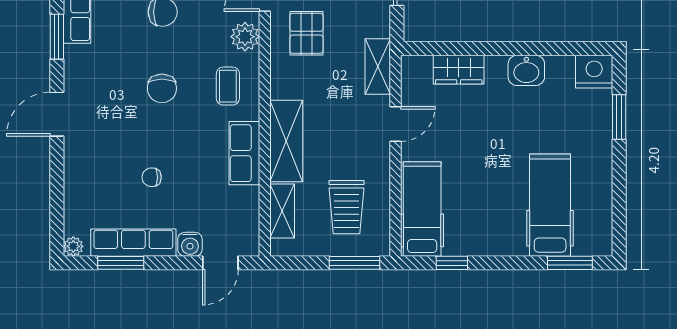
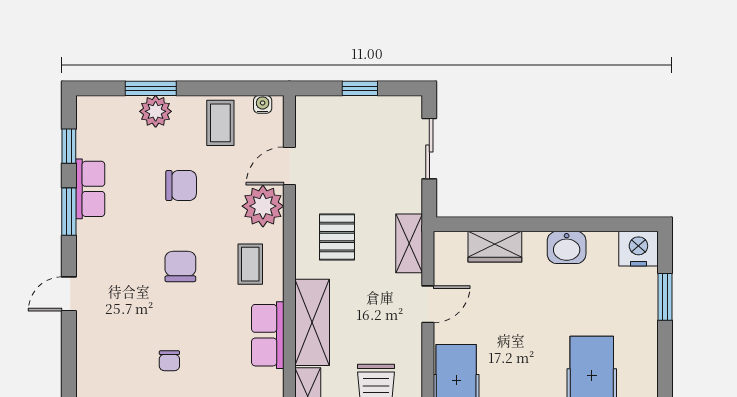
pallet: (306, 33) -> (337, 237), moved
plant: (245, 37) -> (263, 206), width x1.36, depth x1.36
chair: (162, 88) -> (180, 267), turned 180
door: (57, 114) -> (69, 294), width x0.73
chair: (152, 177) -> (169, 361), turned -90

